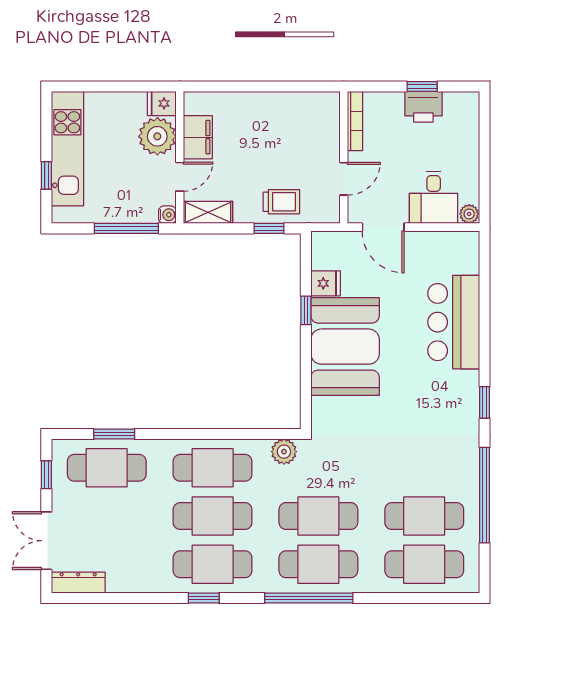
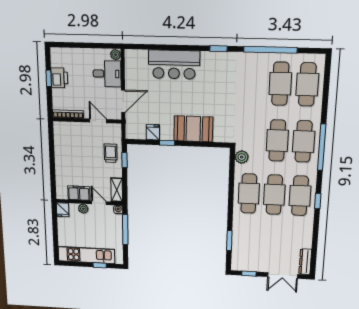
plant: (157, 136) -> (83, 209), width x0.53, depth x0.53
booth: (345, 347) -> (193, 129), width x0.73, depth x0.70
cafe table: (107, 468) -> (247, 245), removed

